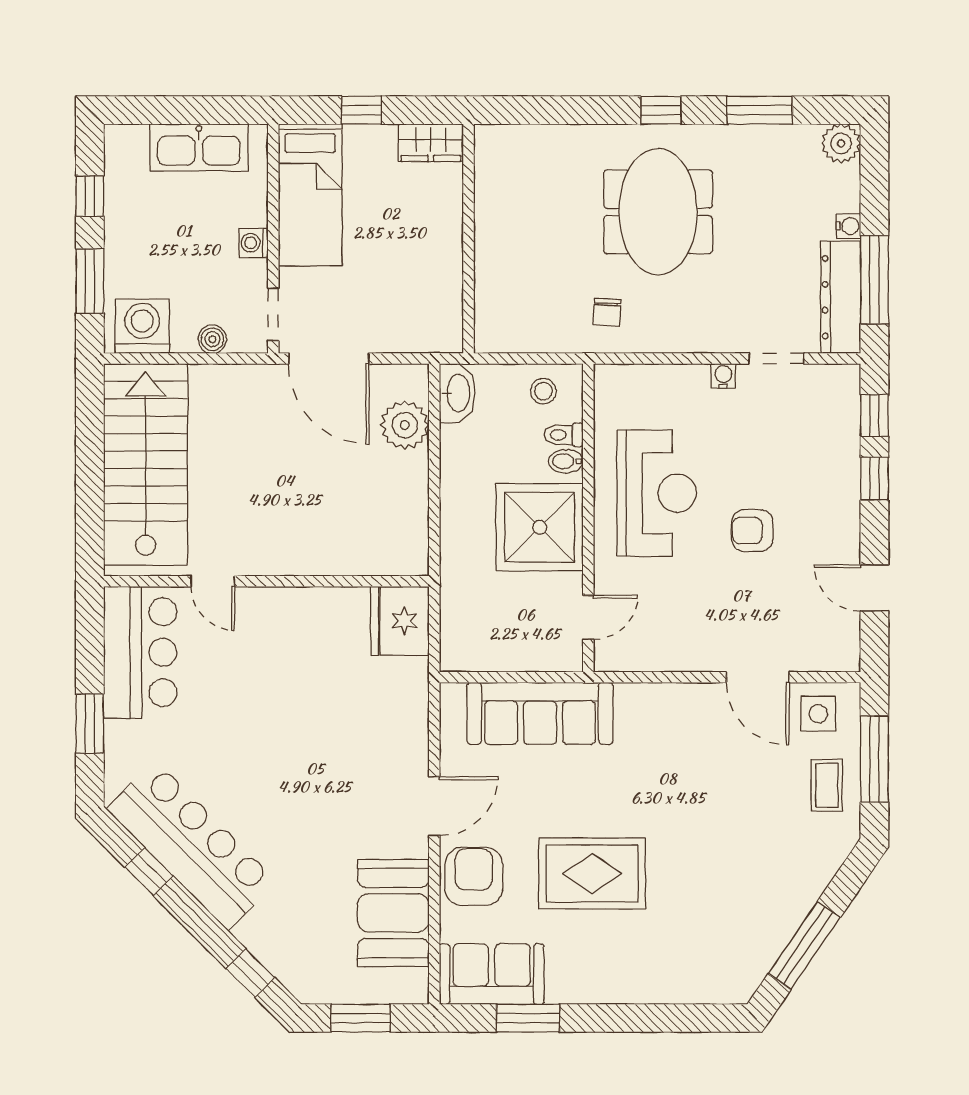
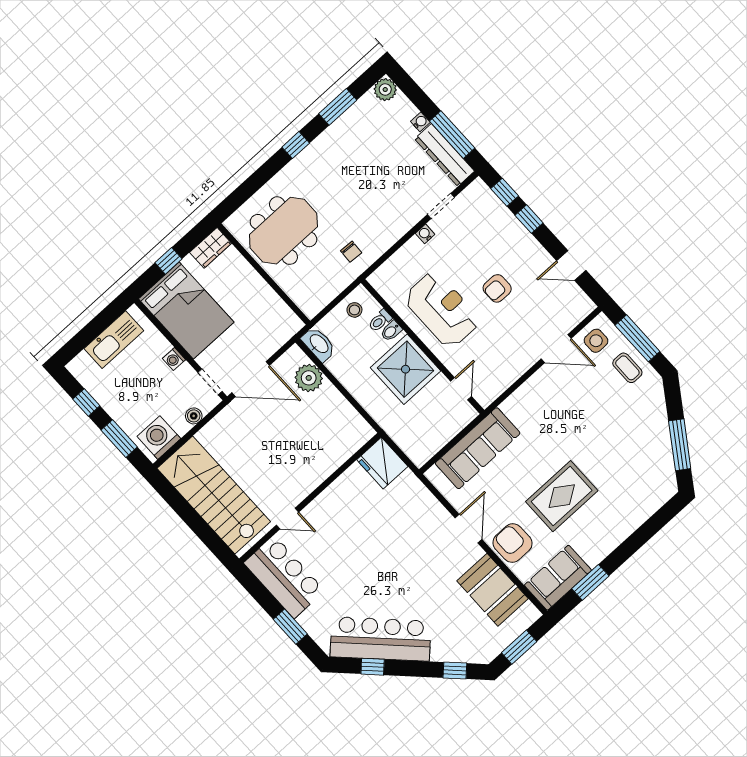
bed: (310, 195) -> (186, 310), width x1.50
meeting table: (658, 212) -> (283, 231), moved, turned 90

